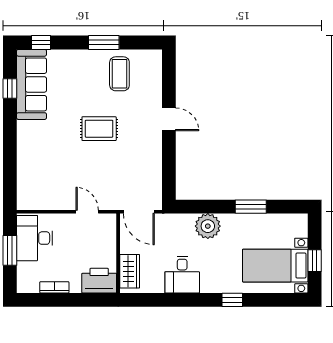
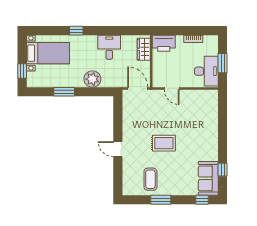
sofa: (32, 84) -> (208, 178), width x0.73
window: (315, 261) -> (22, 71), moved

